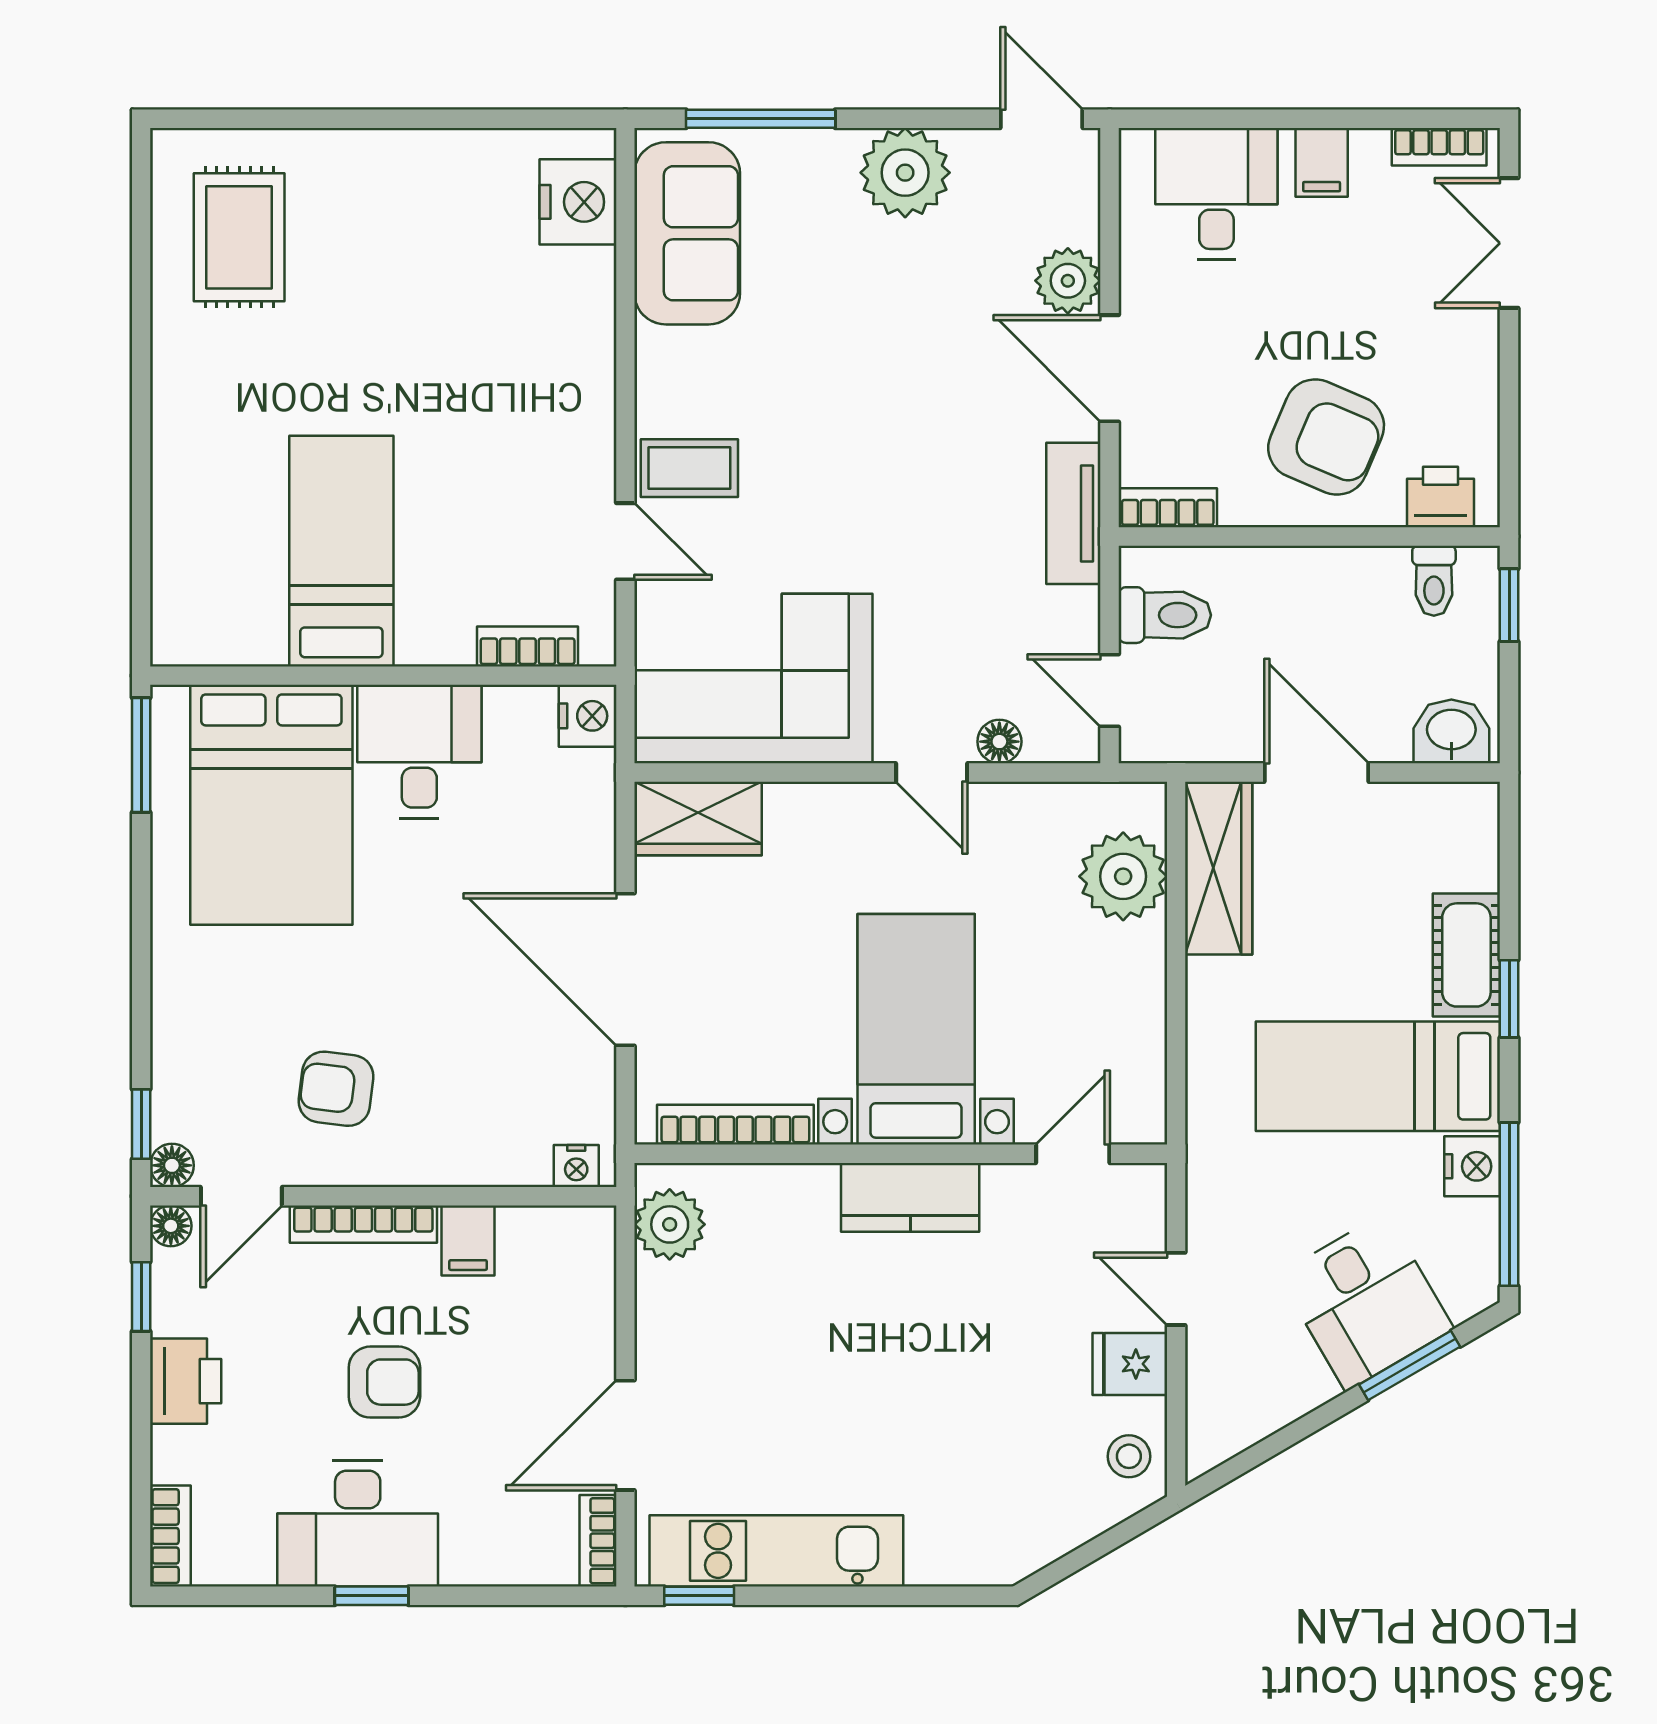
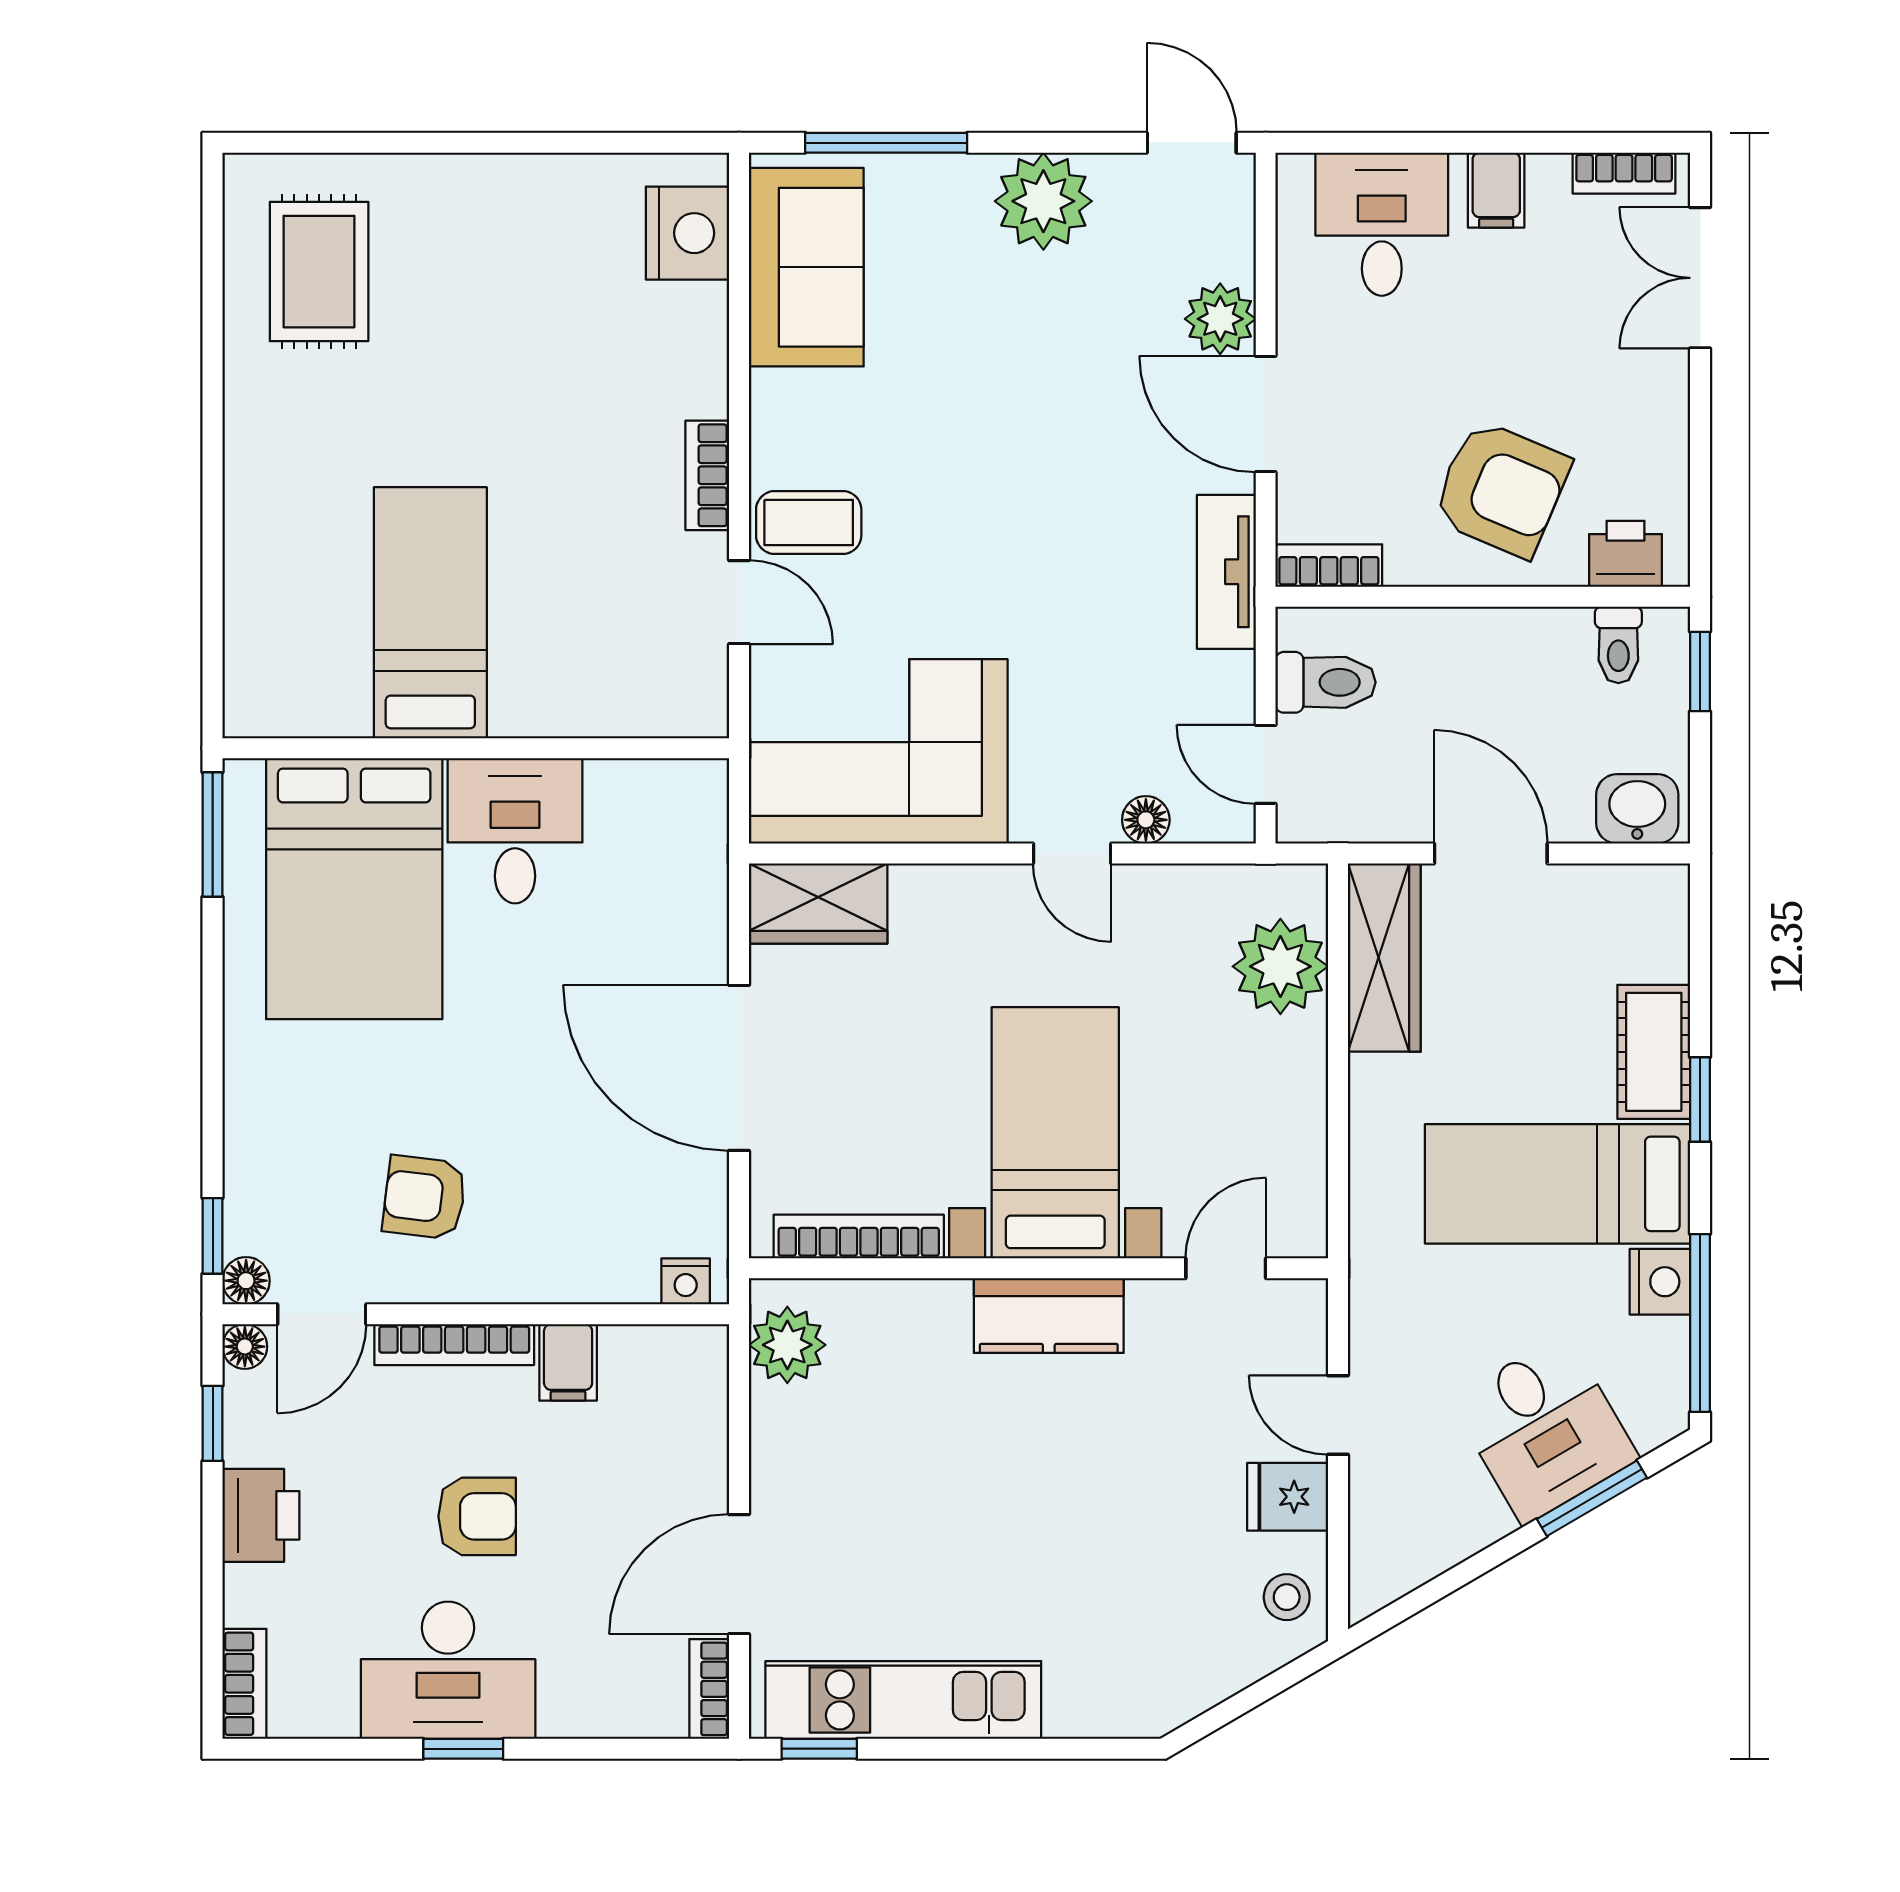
bookcase: (528, 646) -> (707, 475), moved, turned -90
nightstand: (588, 716) -> (698, 792), removed

